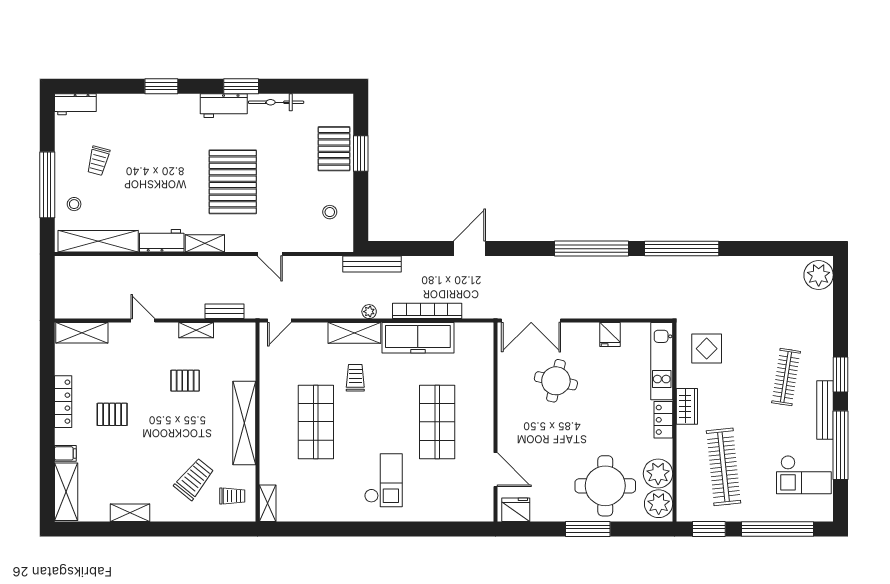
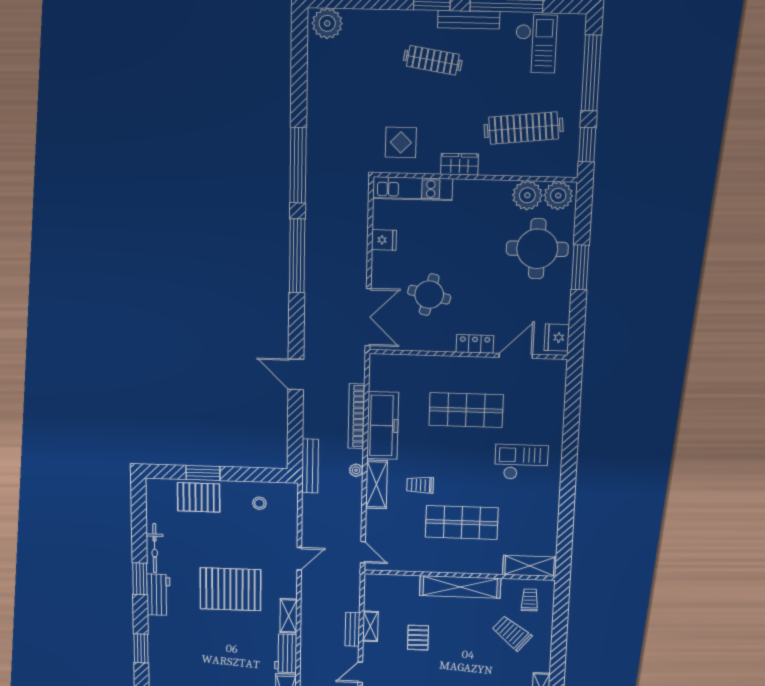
bench: (225, 311) -> (352, 629), moved
locker: (663, 420) -> (475, 344), moved, turned 180
shelving: (268, 503) -> (530, 566), width x1.50, depth x1.33

